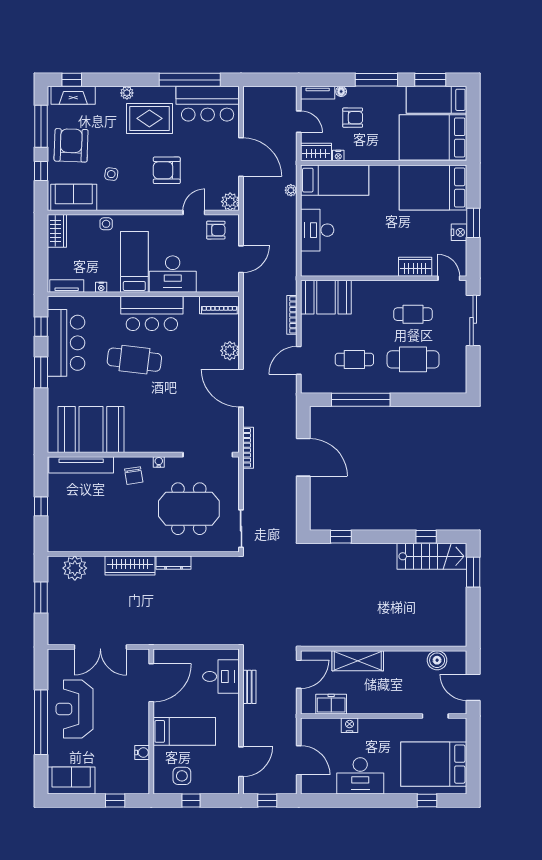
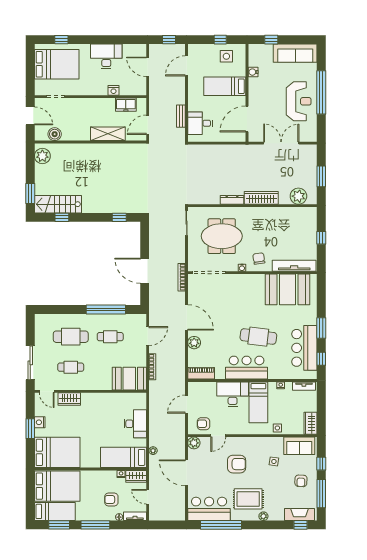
armchair: (71, 145) -> (301, 481), width x0.53, depth x0.53
plant: (455, 628) -> (42, 156), added
sofa: (71, 780) -> (295, 53), width x1.36

